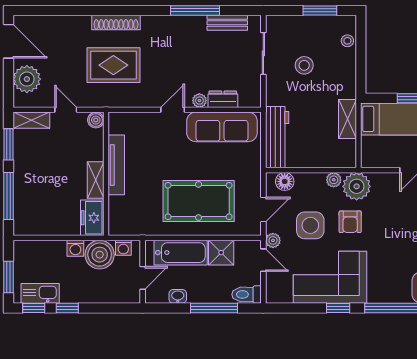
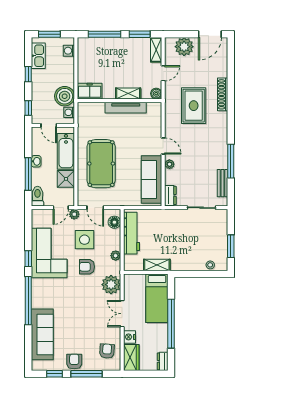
shoe rack: (116, 22) -> (223, 94), moved
stool: (304, 65) -> (193, 235), removed
dresser: (223, 99) -> (170, 195), moved
workbench: (277, 137) -> (131, 233), moved, turned -90
shelving: (96, 180) -> (128, 93), moved
plant: (357, 186) -> (111, 285), moved
washing machine: (75, 248) -> (69, 51), moved
washbasin: (178, 296) -> (36, 161), moved
window: (34, 308) -> (28, 108), moved

